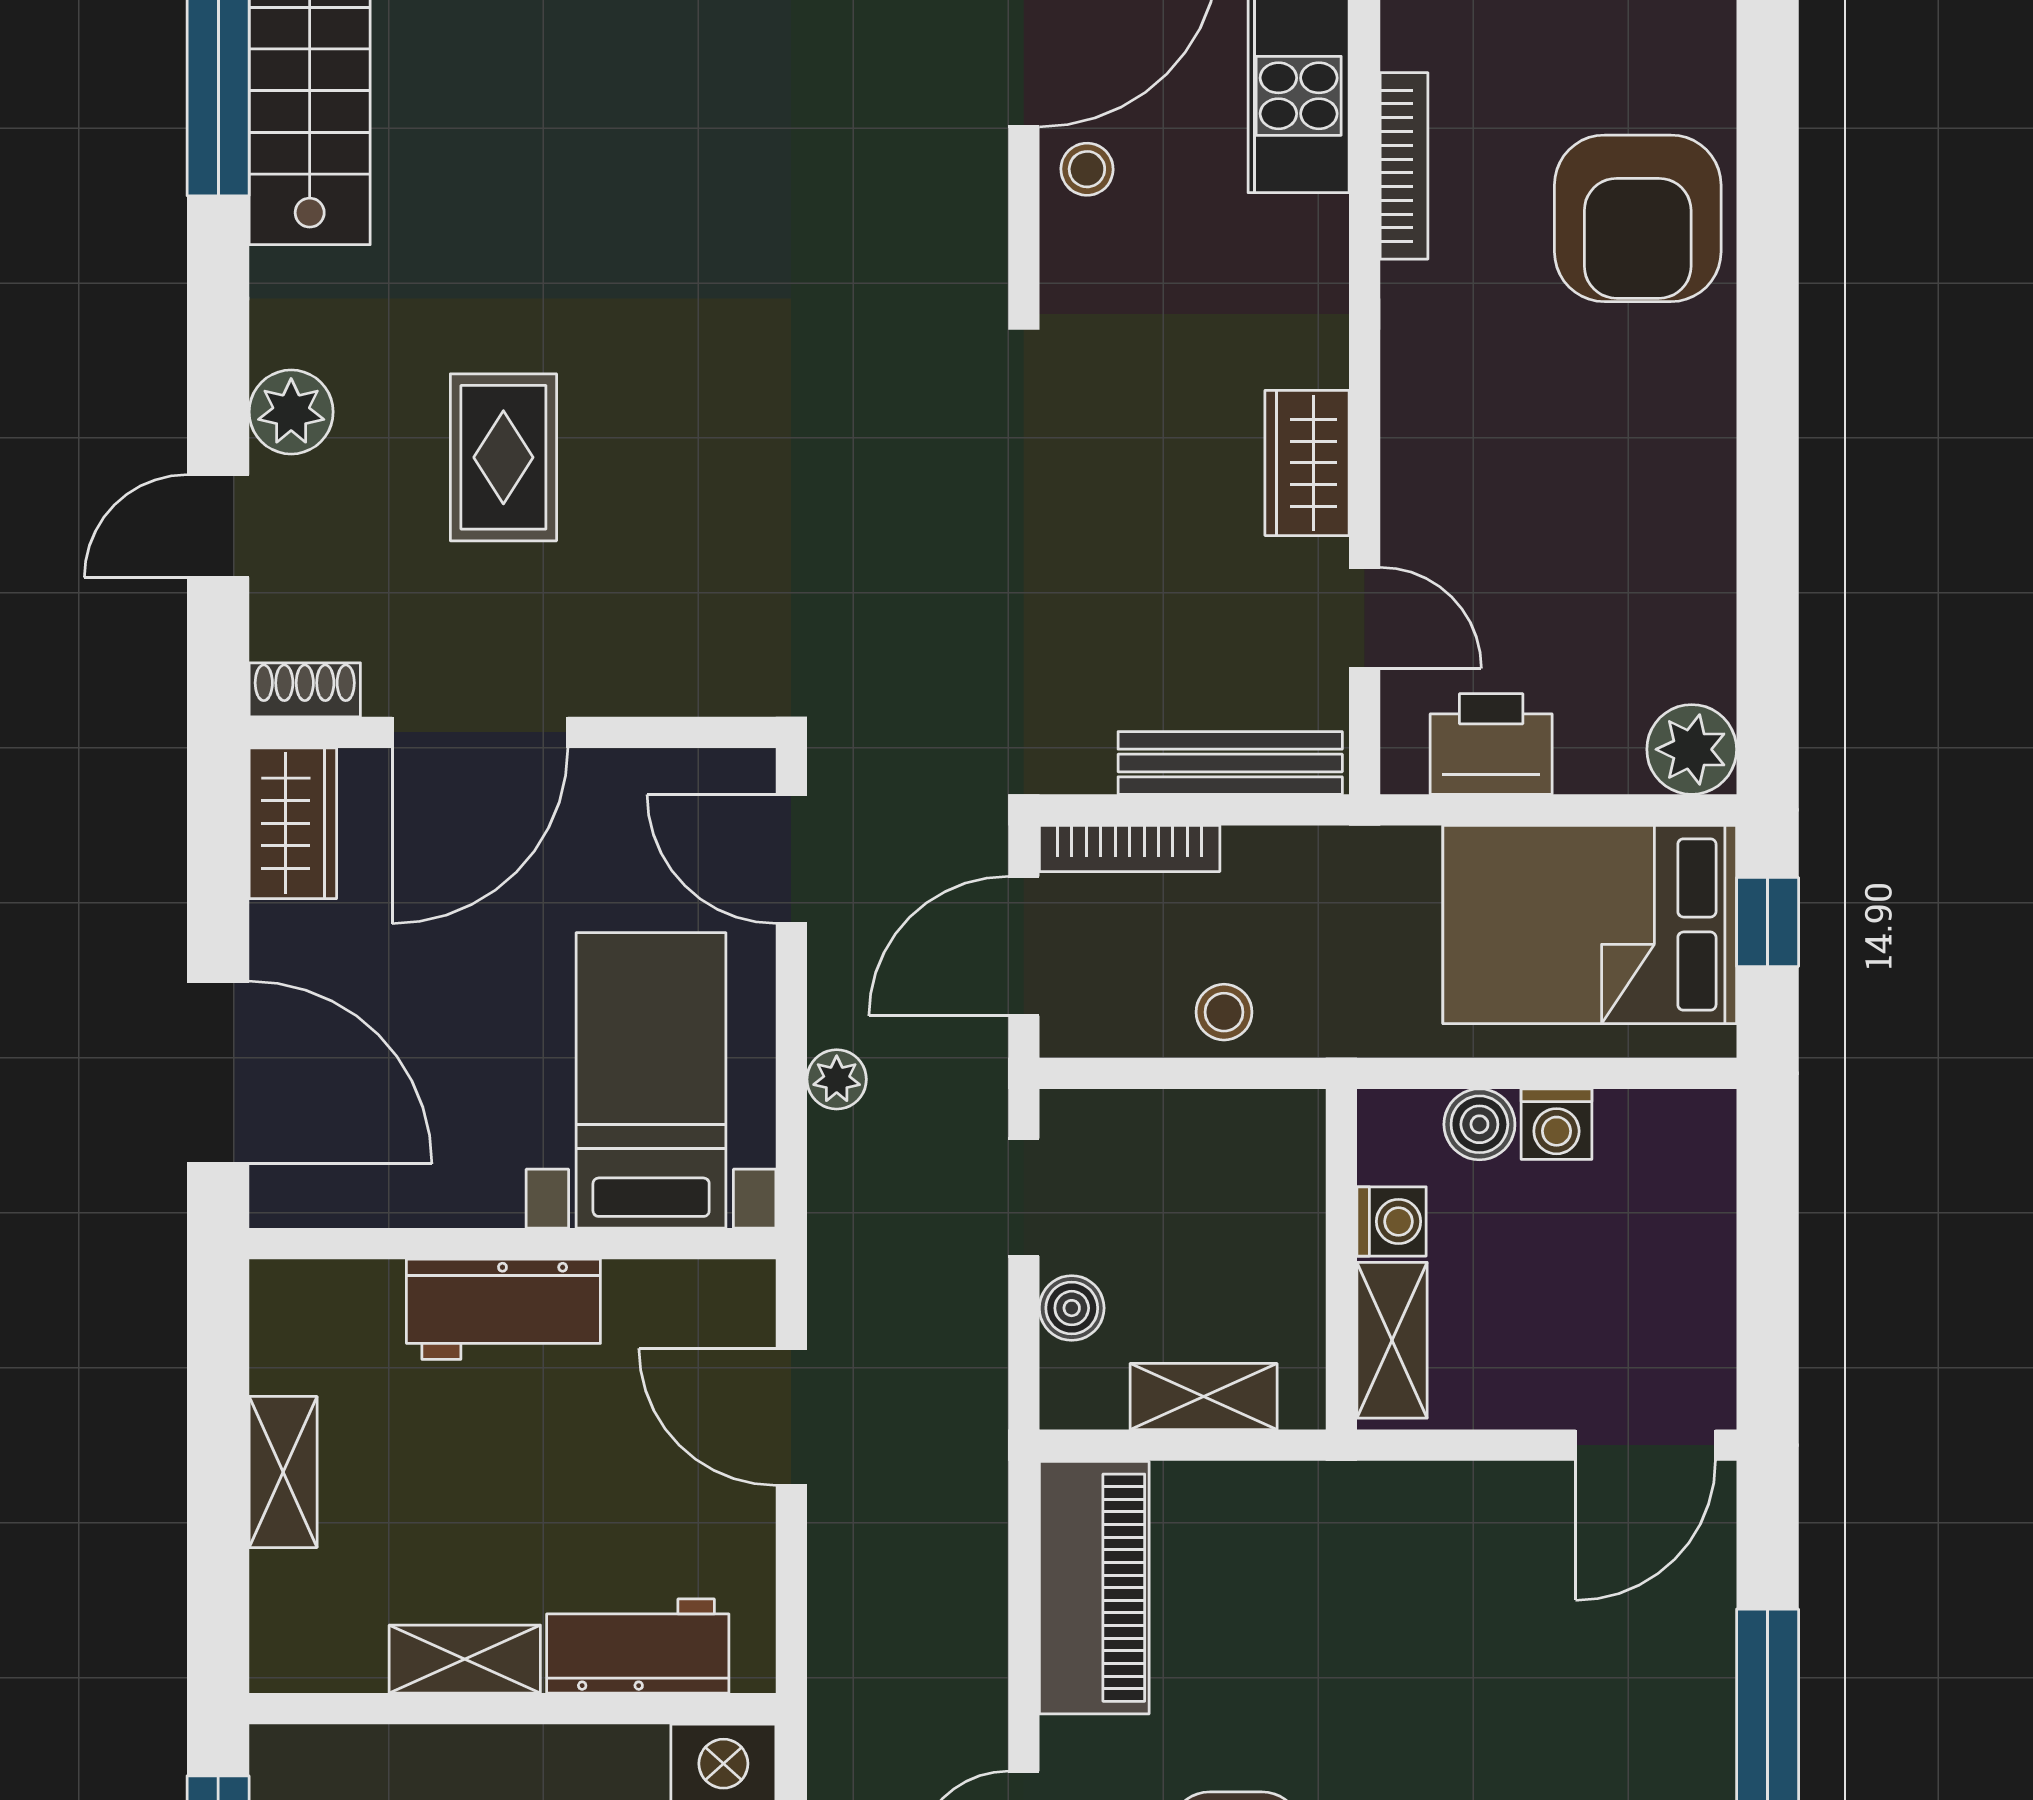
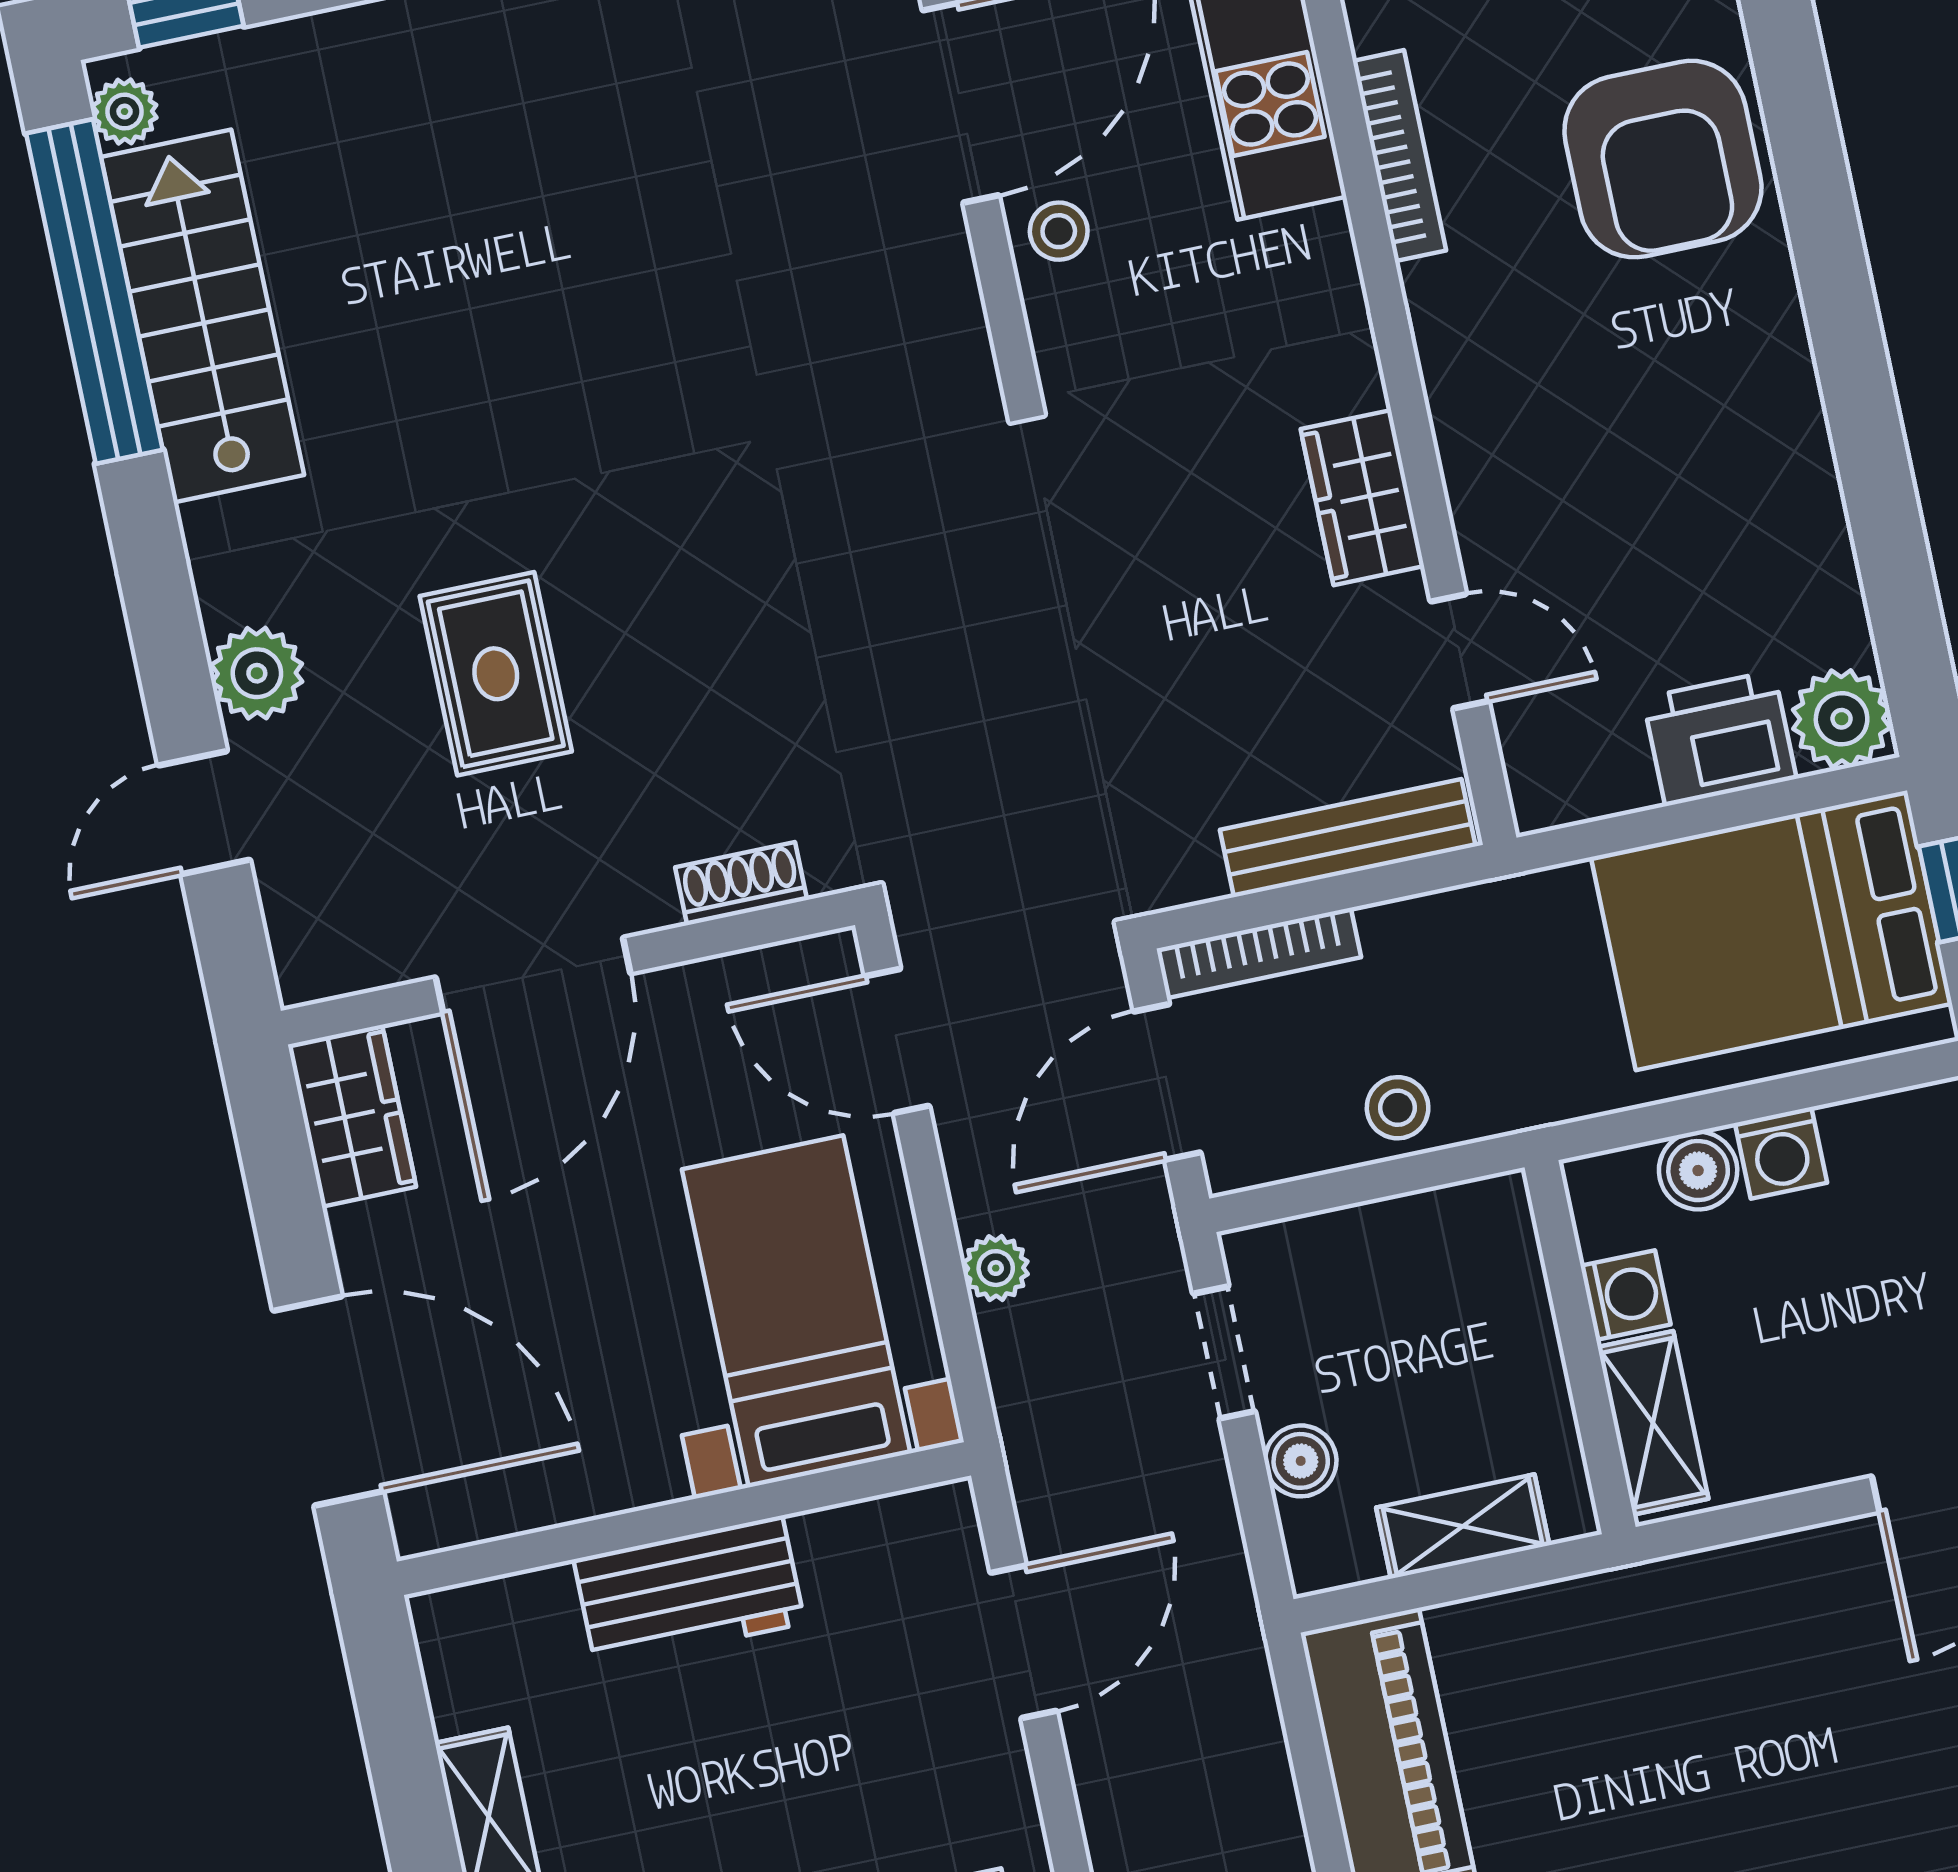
shoe rack: (305, 690) -> (741, 884), moved
printer: (1491, 744) -> (1720, 738), moved
door: (791, 1417) -> (1024, 1642), swing flipped

